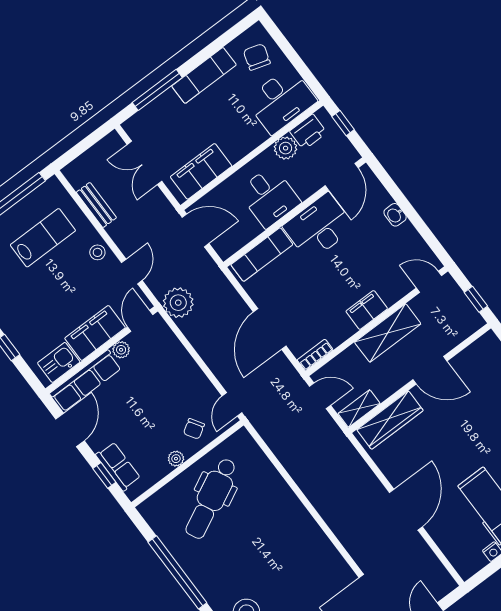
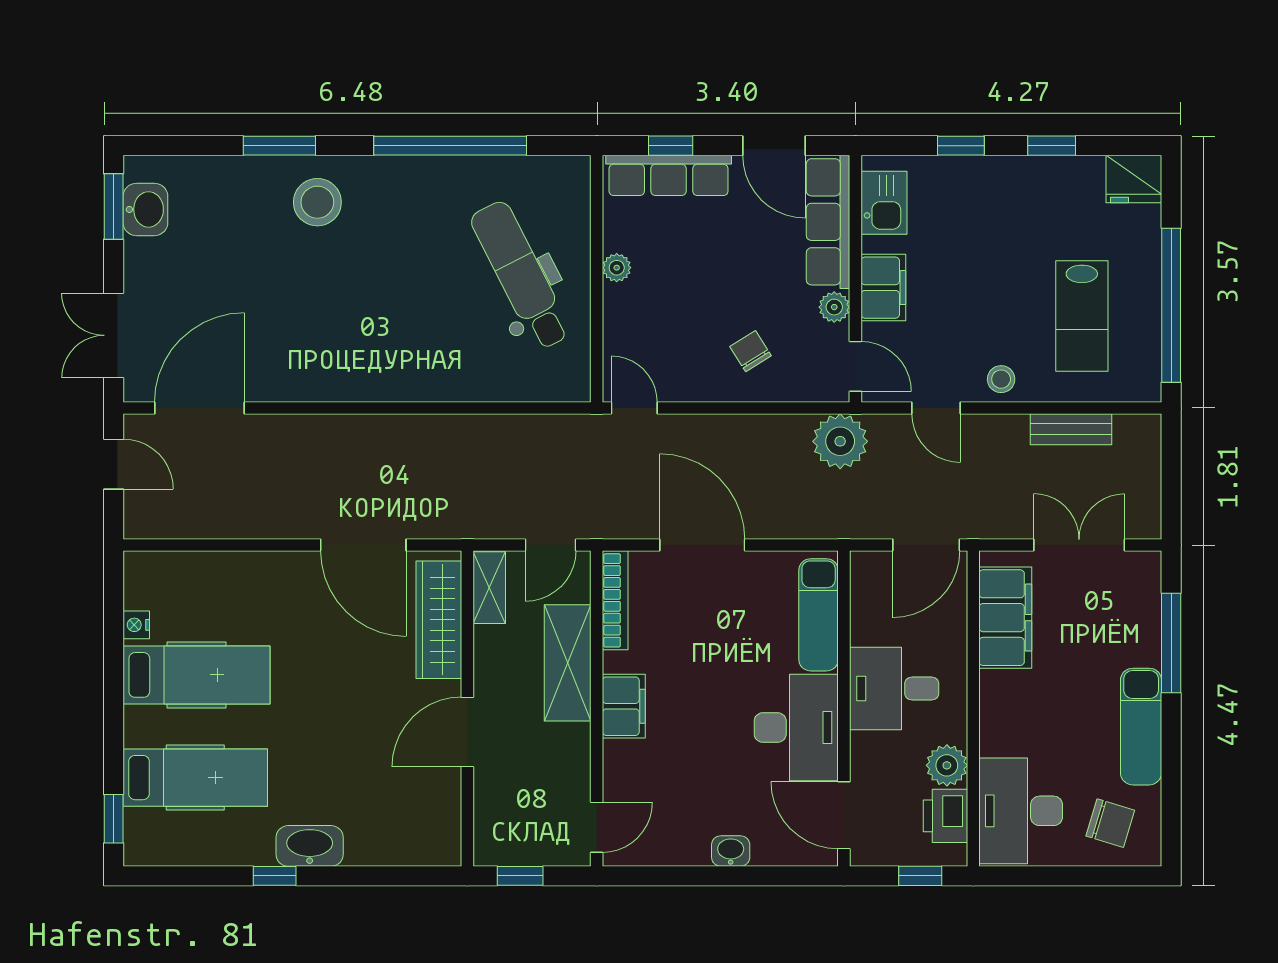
filing cabinet: (95, 333) -> (883, 288), width x0.67, depth x0.86
shelving: (388, 333) -> (568, 663), moved
bookcase: (315, 355) -> (615, 600), width x1.56
chair: (194, 429) -> (751, 351), moved
row of seats: (118, 466) -> (669, 175), width x1.48
door: (406, 510) -> (363, 545), moved

